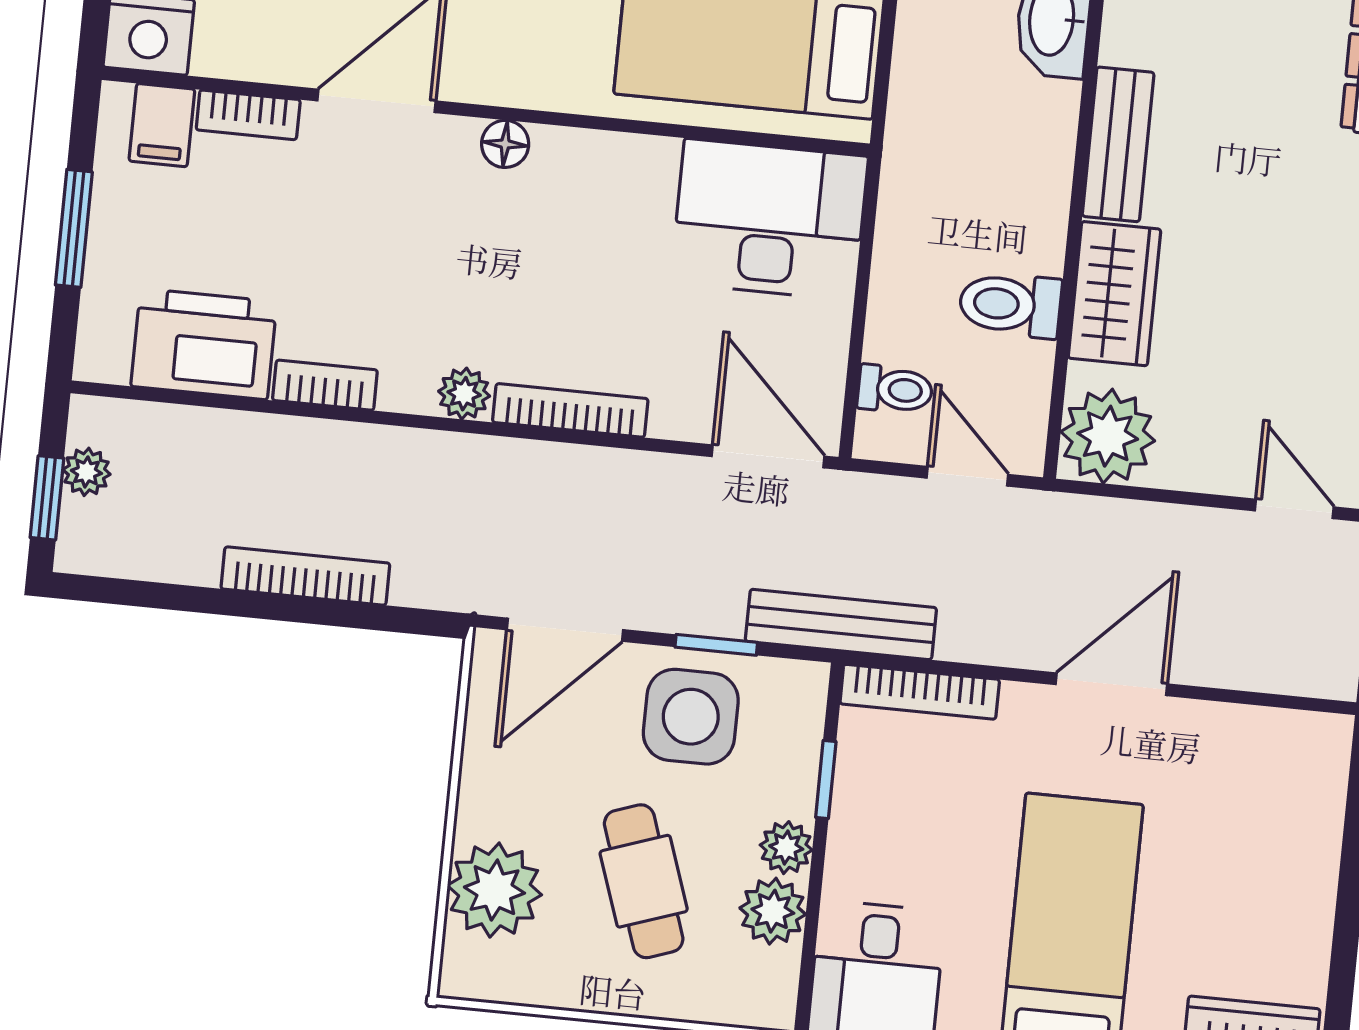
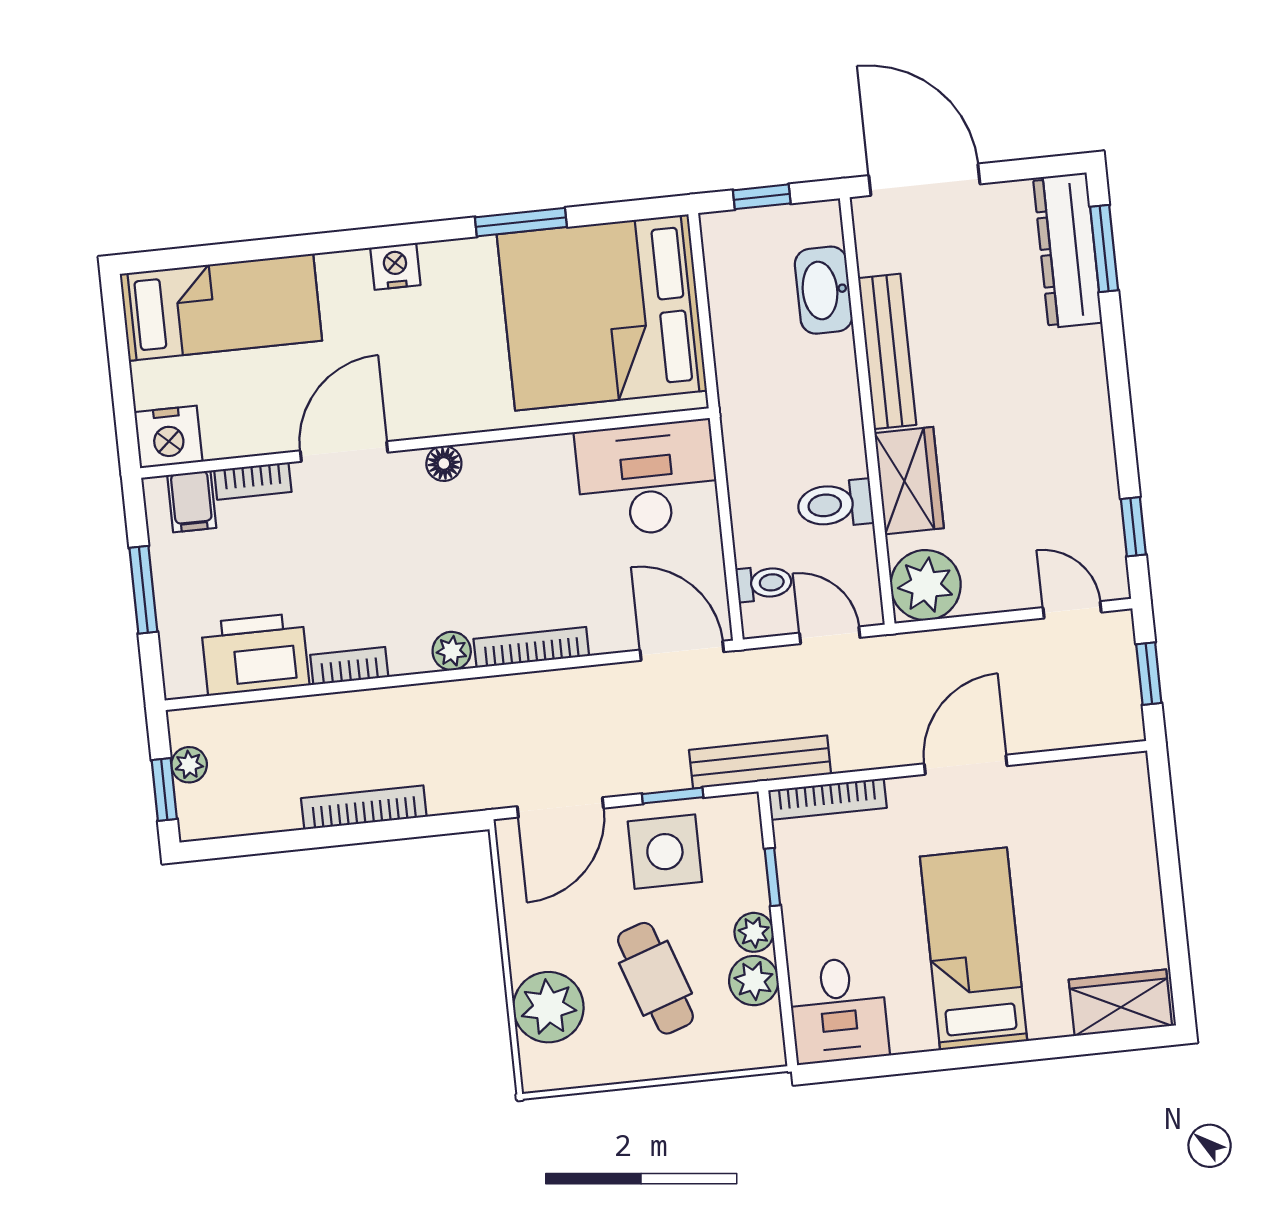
bench: (1118, 144) -> (887, 351), width x1.36

